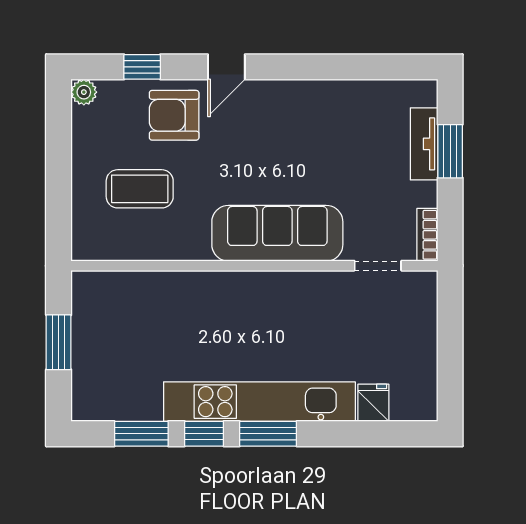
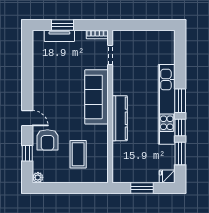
kitchen counter: (226, 288) -> (120, 118), added
fridge: (373, 403) -> (167, 176), moved

